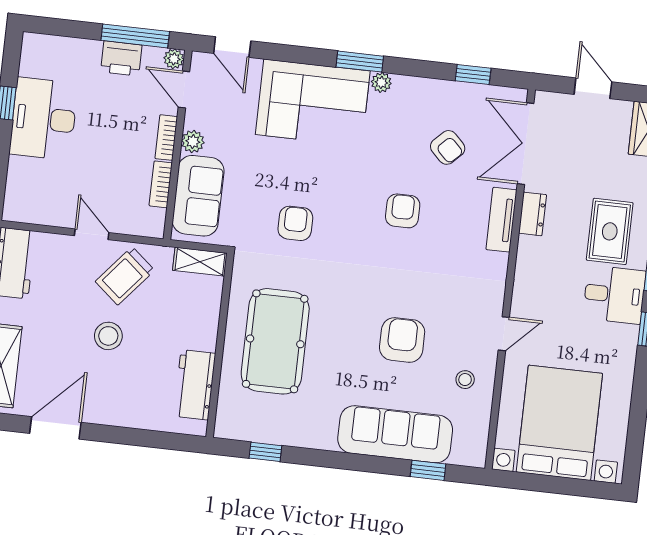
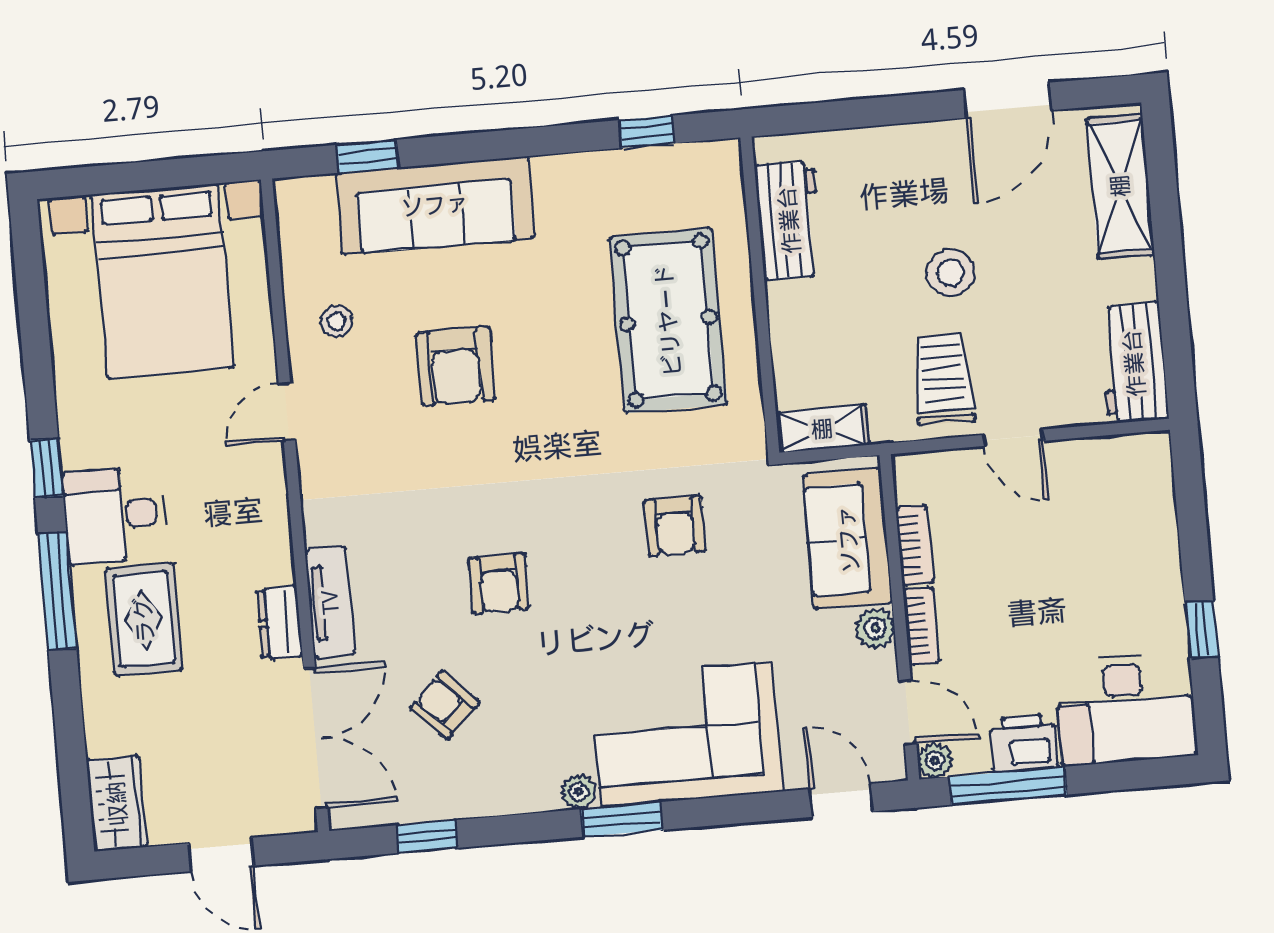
desk: (44, 119) -> (1125, 709), moved, turned 90
trolley: (125, 276) -> (943, 379), turned -40

